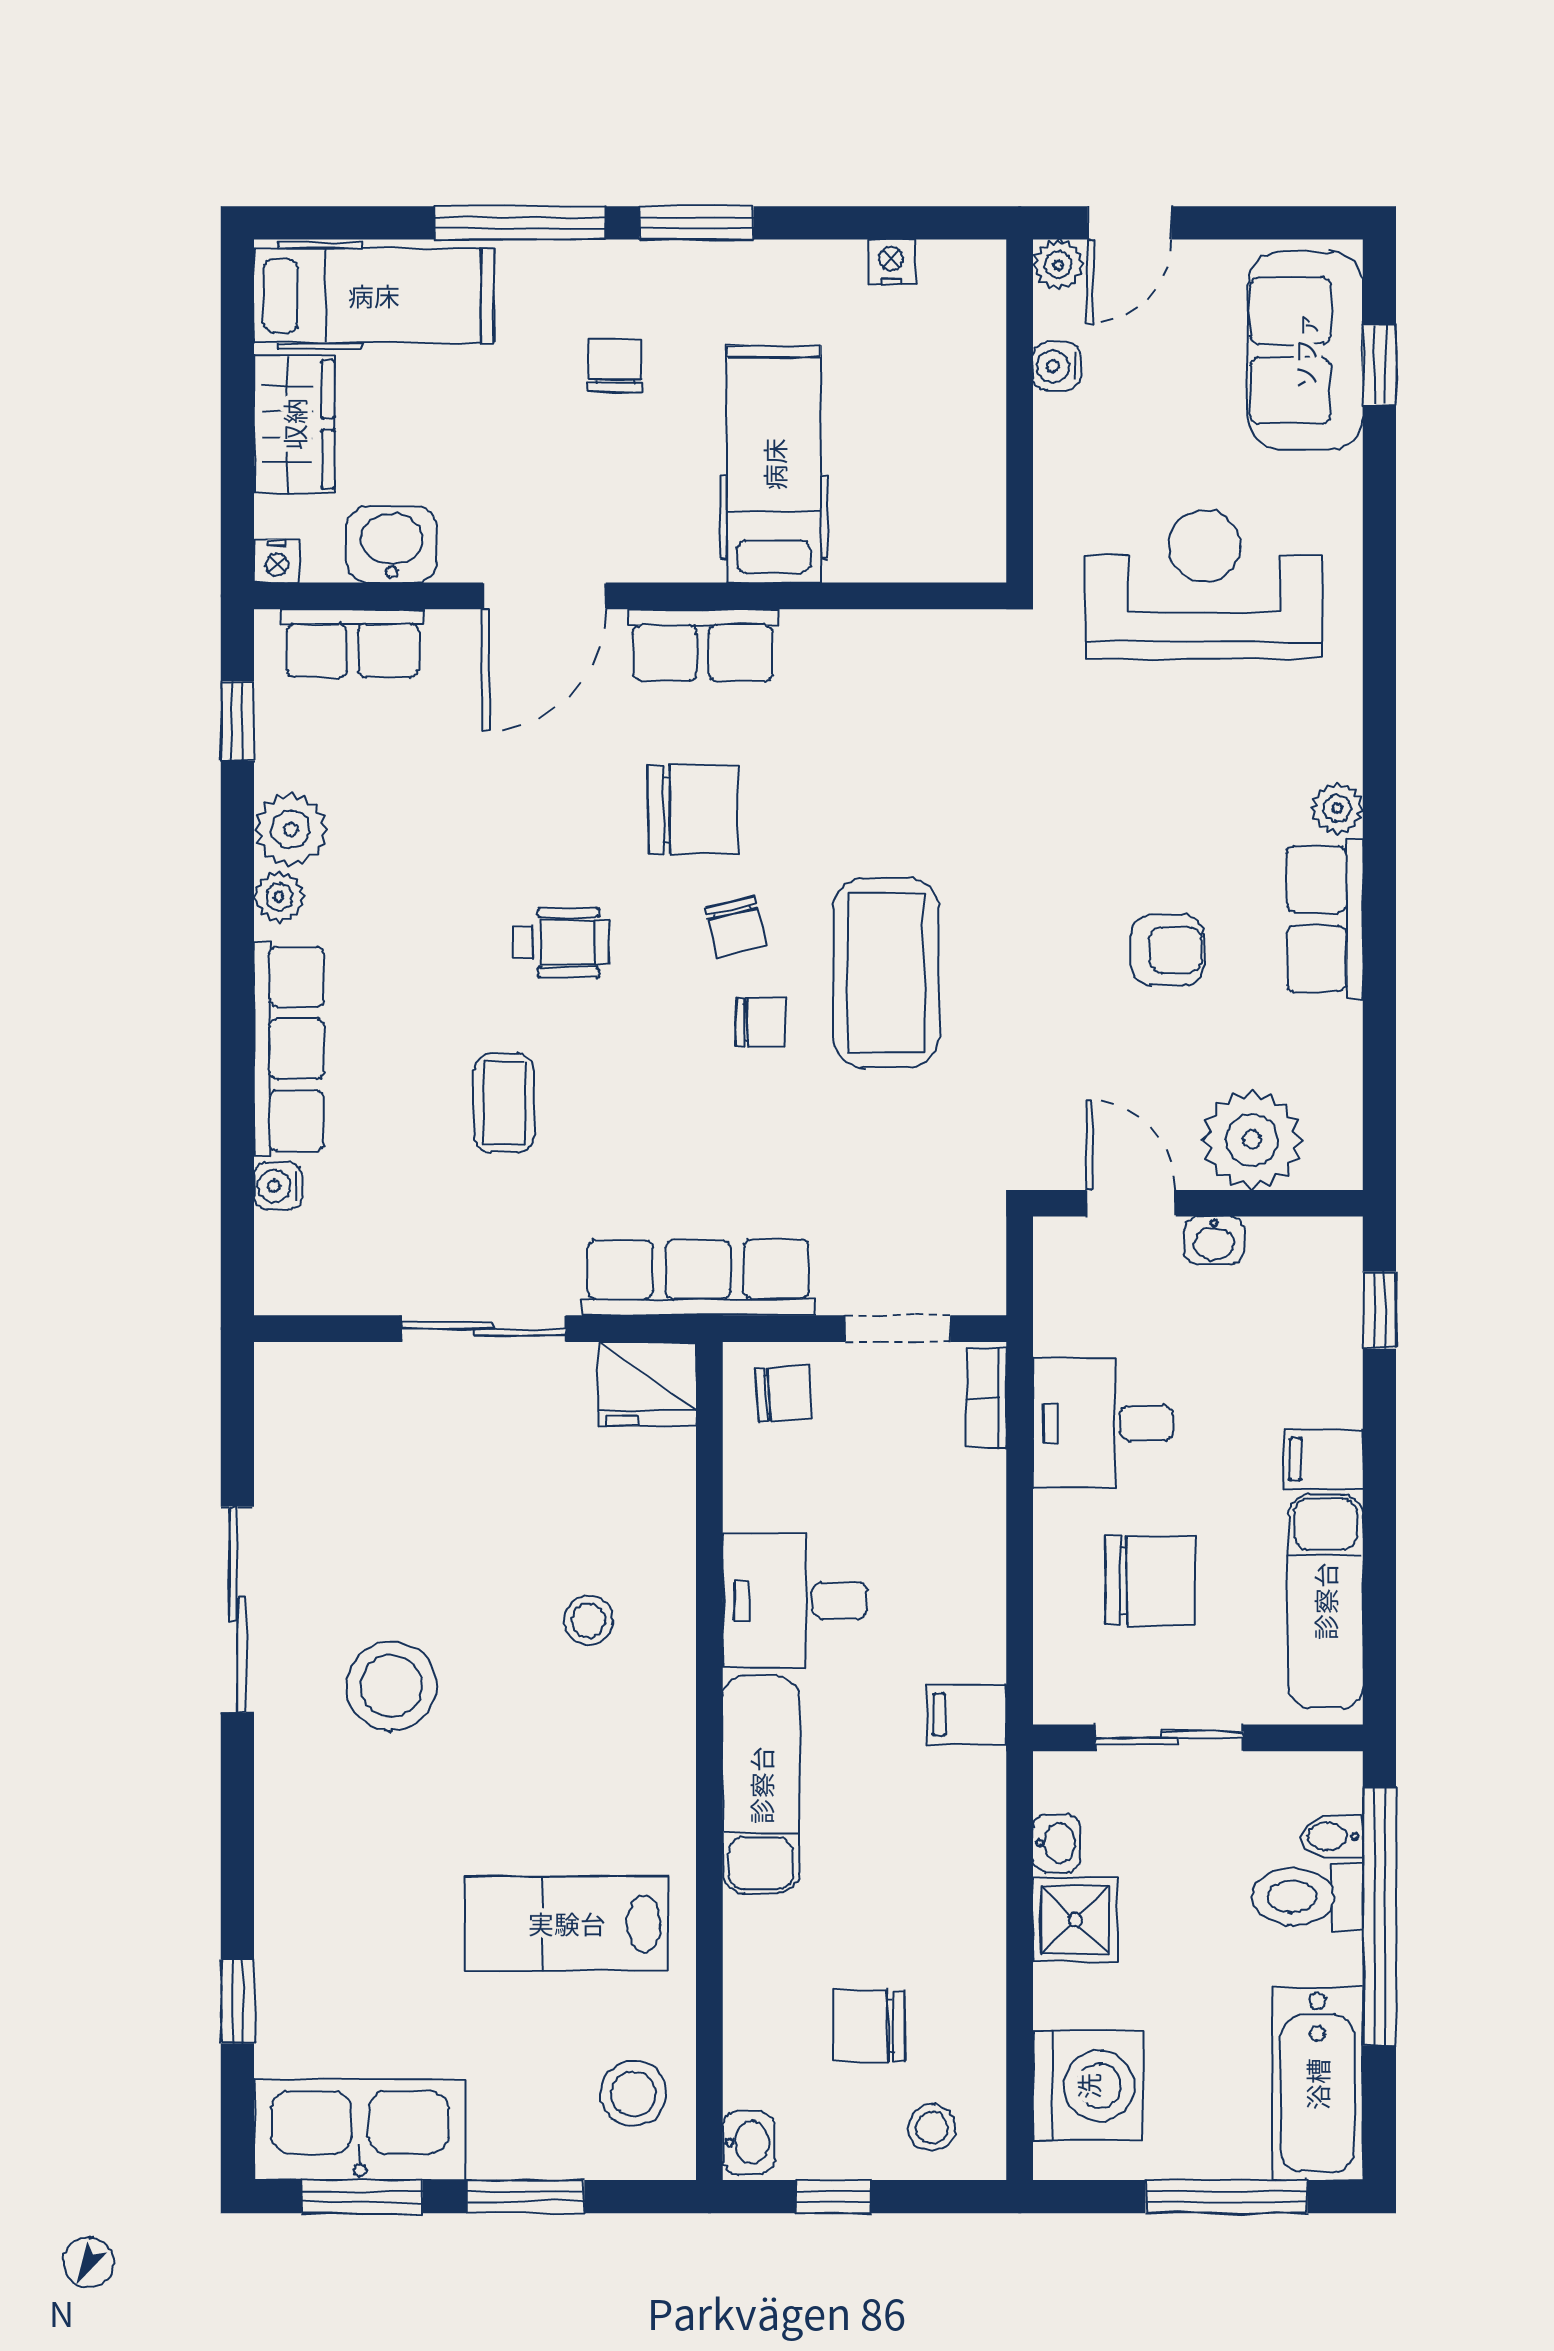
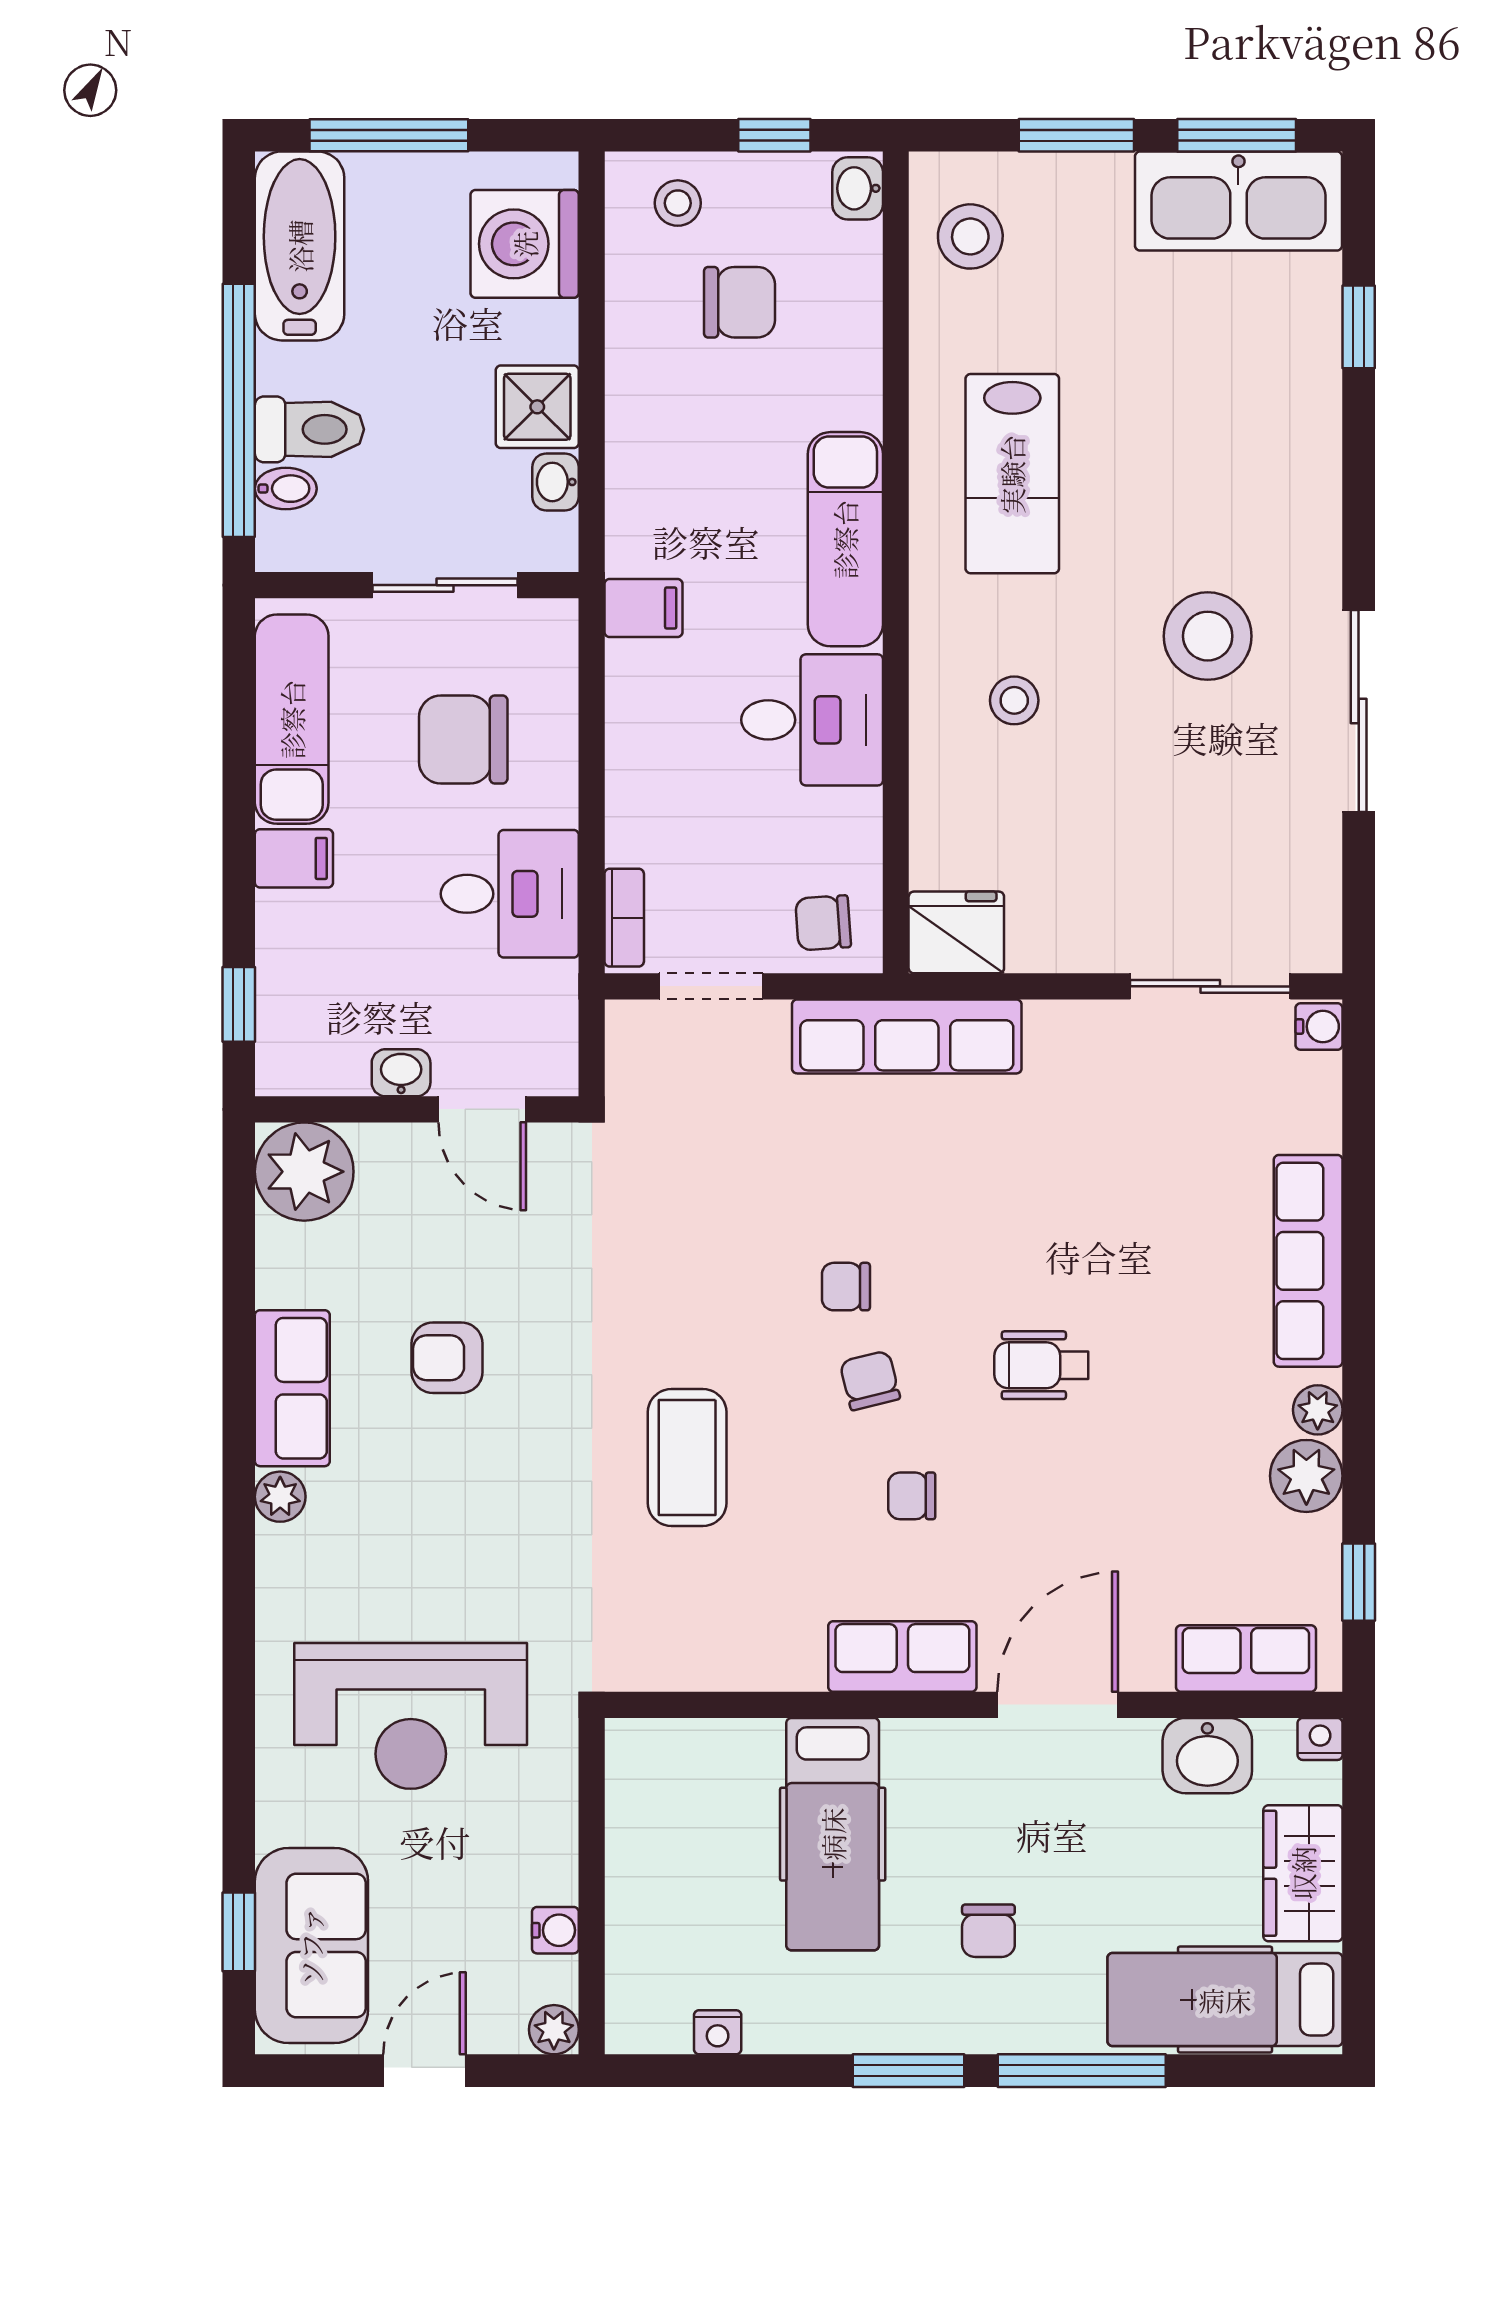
door: (1129, 223) -> (425, 2071), moved
chair: (693, 809) -> (912, 1496), width x0.54, depth x0.54
coffee table: (886, 973) -> (687, 1458), moved, width x0.73, depth x0.76
coffee table: (504, 1103) -> (1097, 1208), removed
plant: (1252, 1140) -> (304, 1172), moved
water cooler: (278, 1186) -> (1319, 1027), moved
sliding door: (484, 1329) -> (1210, 986), moved
lab bench: (567, 1923) -> (1012, 474), moved, turned 90

